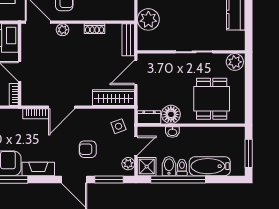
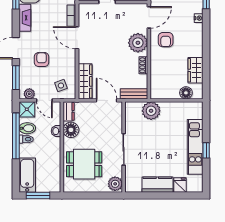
plant: (62, 30) -> (138, 43), width x1.87, depth x1.87
bathtub: (210, 166) -> (27, 175), moved

